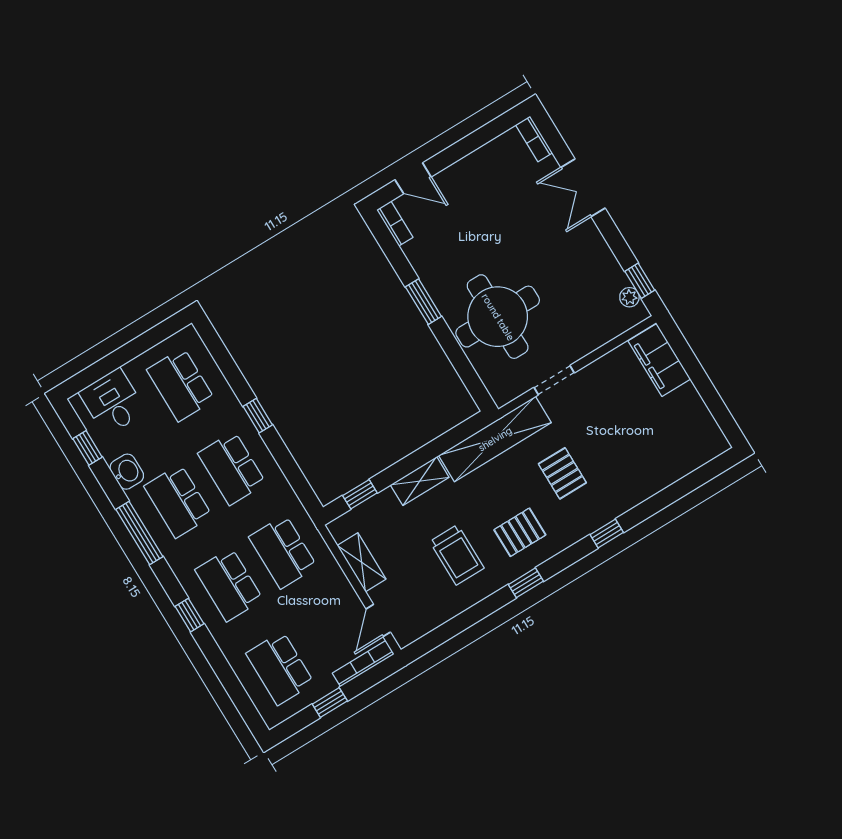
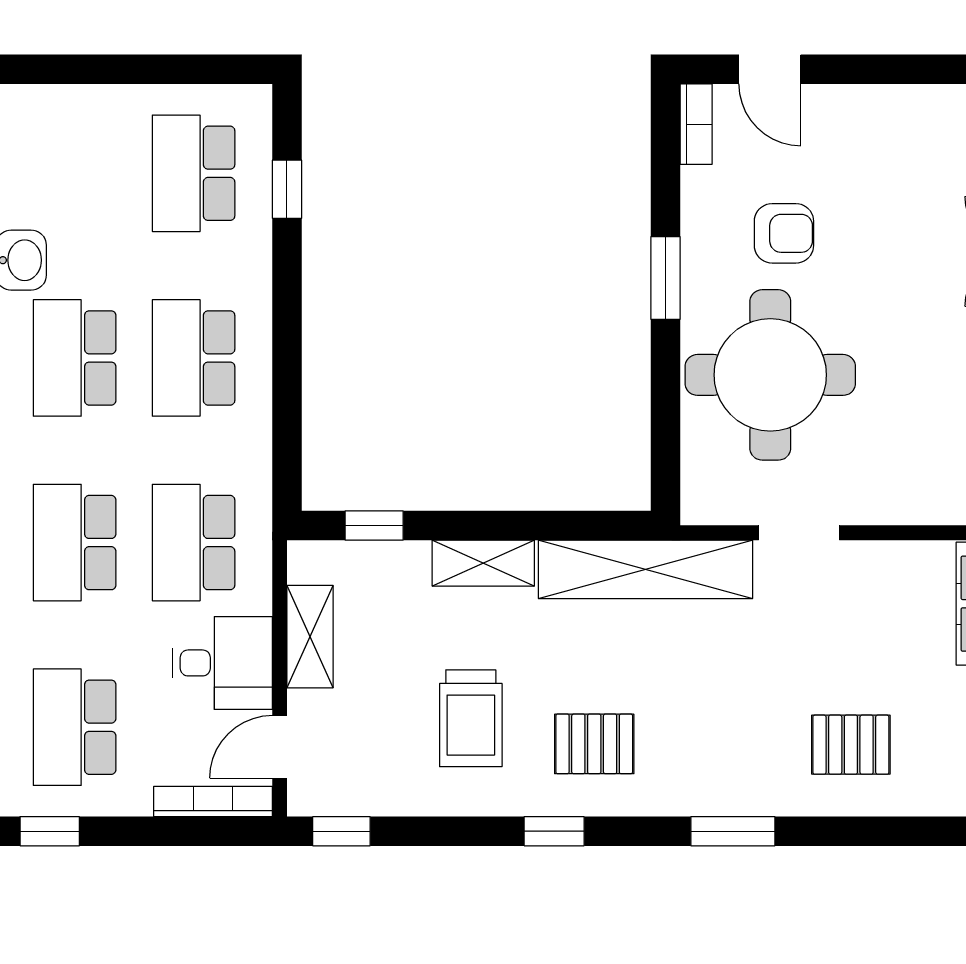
armchair: (465, 249) -> (784, 233), added
desk: (113, 402) -> (222, 663), moved, turned 90
window: (258, 416) -> (287, 189), moved
pallet: (562, 473) -> (851, 745), moved, turned 90
window: (607, 533) -> (733, 831), width x1.50
window: (430, 642) -> (341, 831), added
window: (330, 703) -> (50, 831), moved

